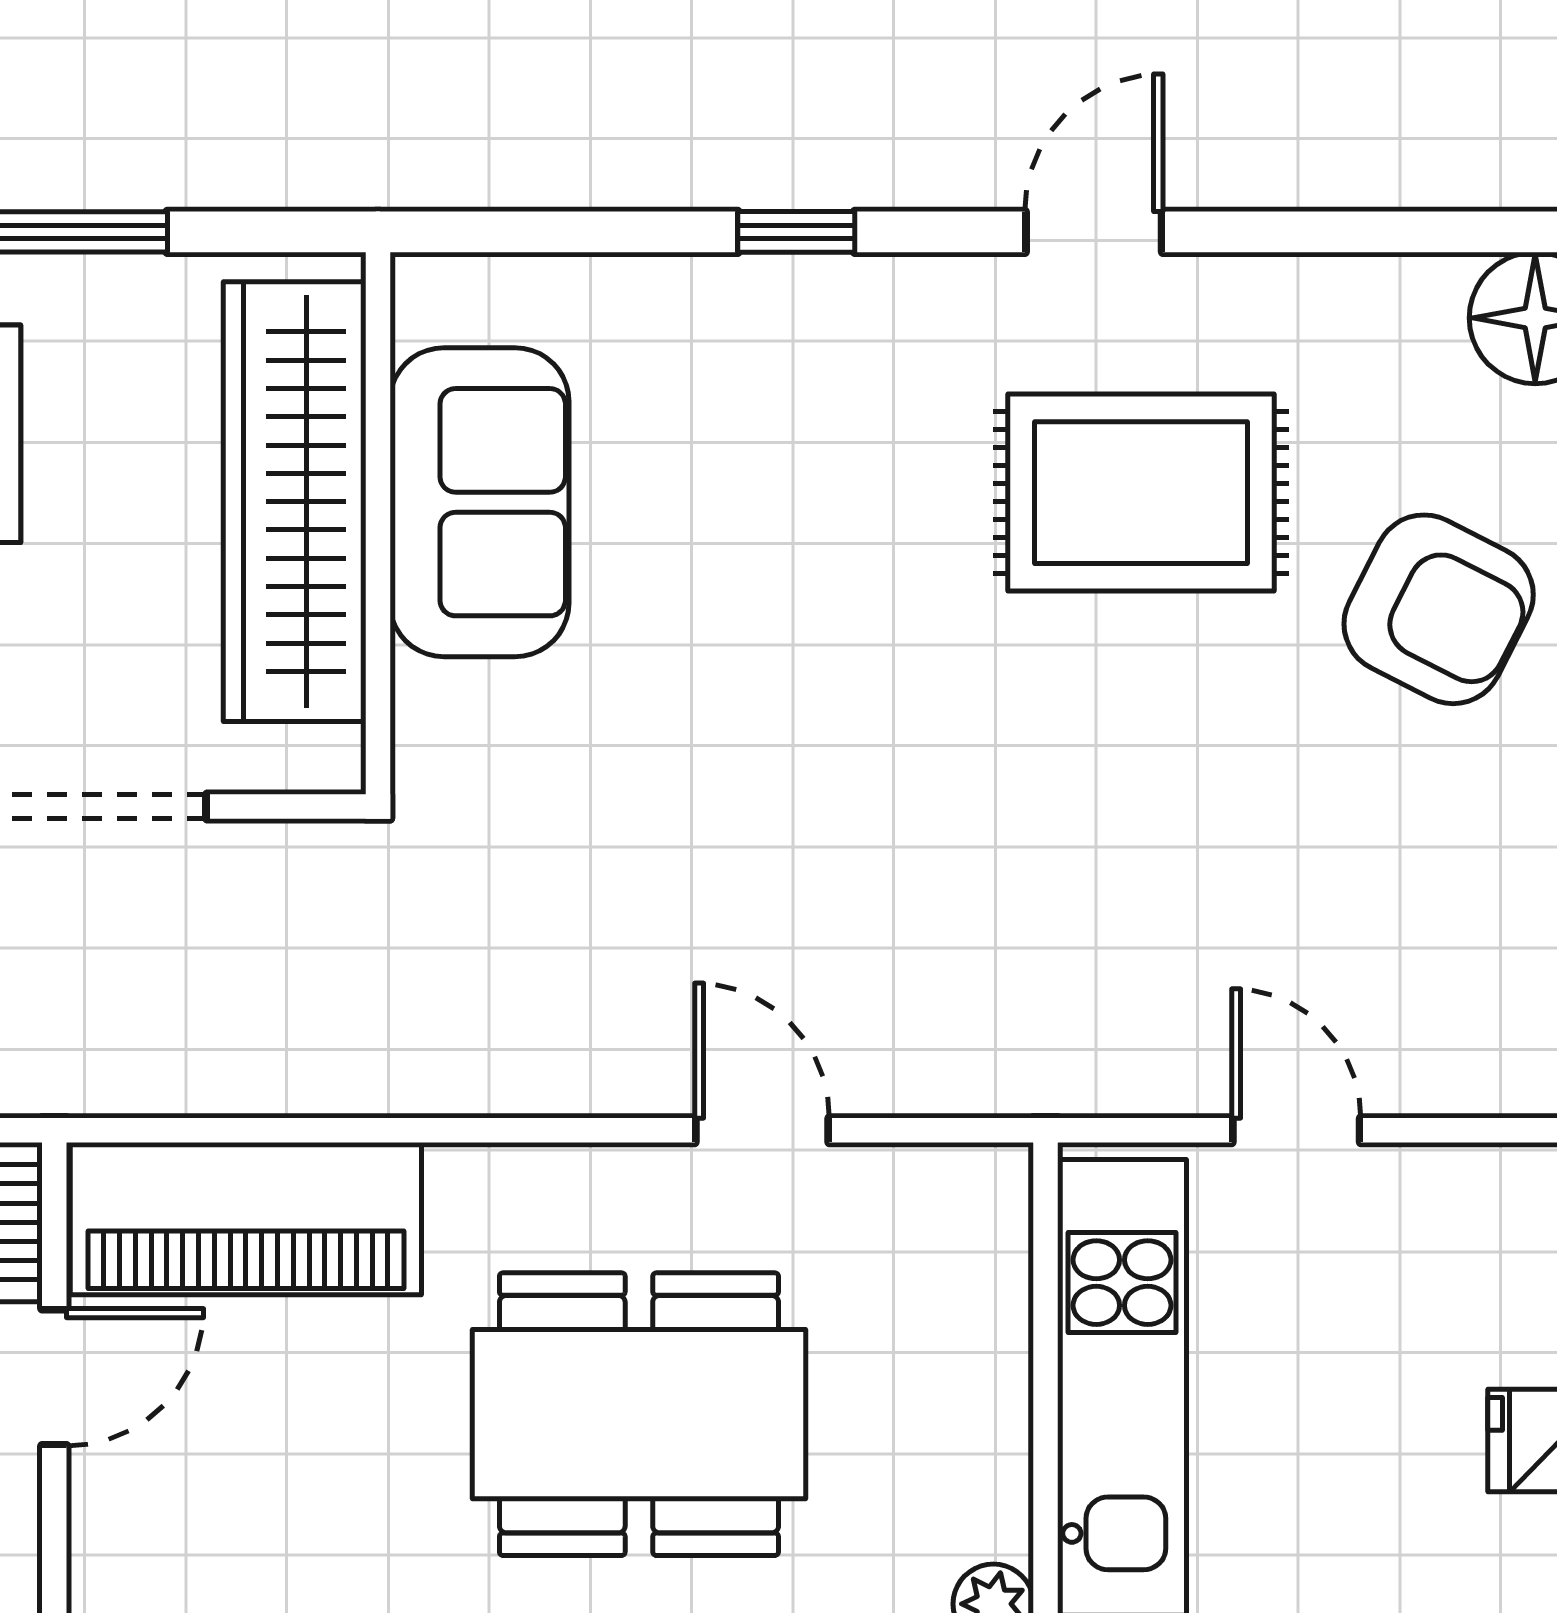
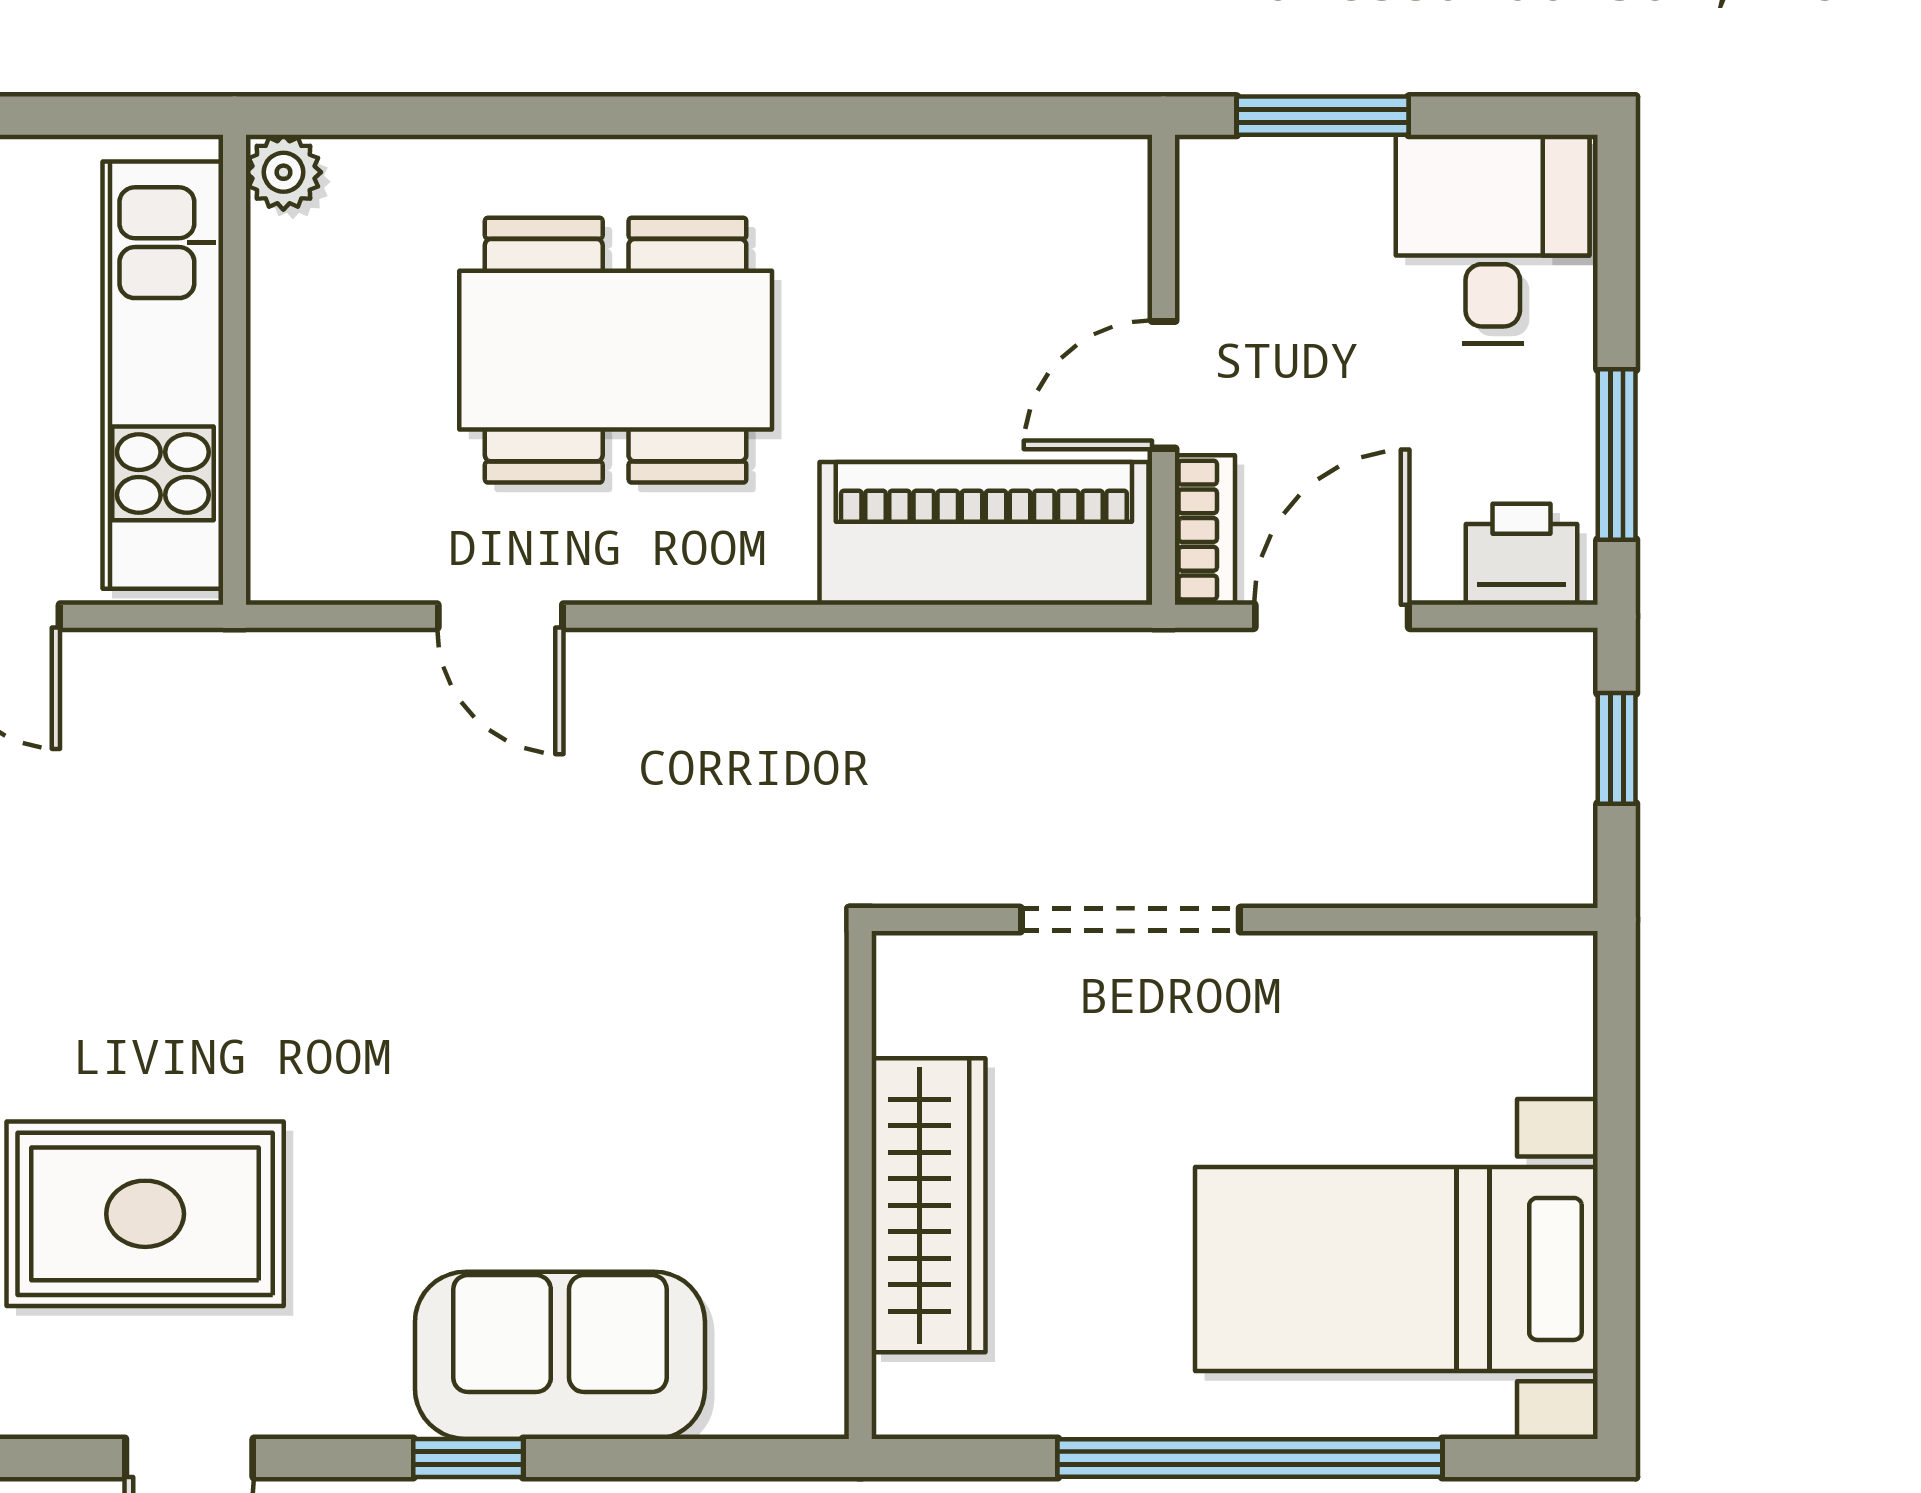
wardrobe: (295, 502) -> (928, 1205), width x0.71, depth x0.85
sofa: (479, 502) -> (560, 1355), moved, turned 90

